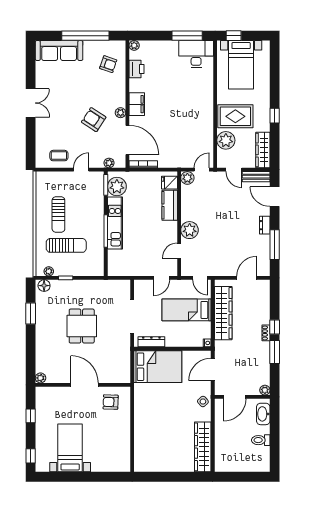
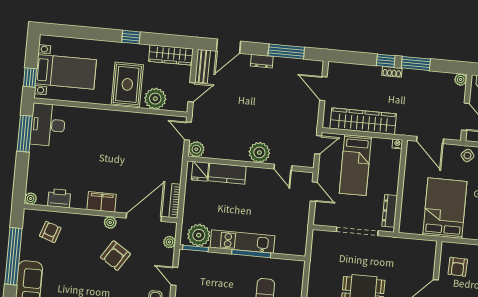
bed: (158, 367) -> (445, 208), moved

